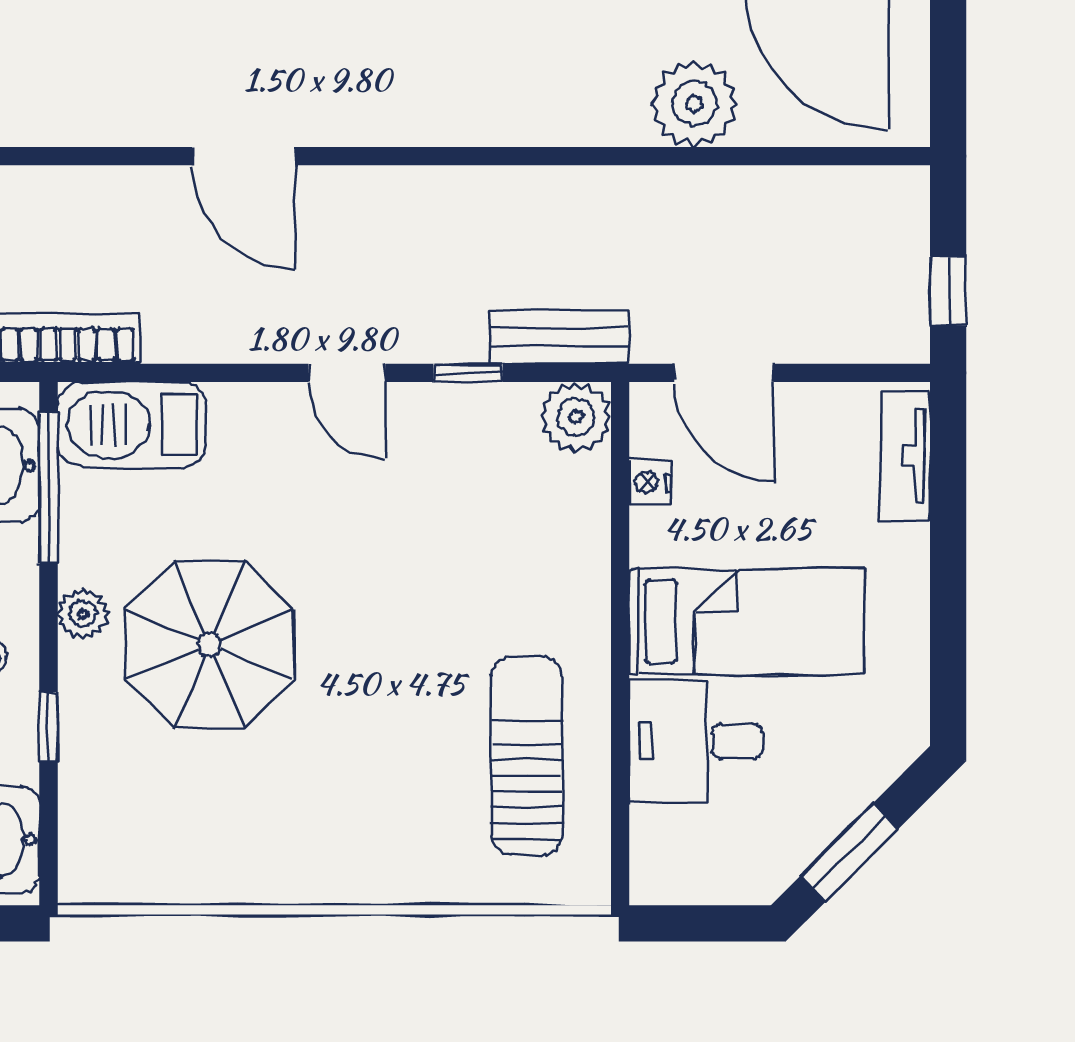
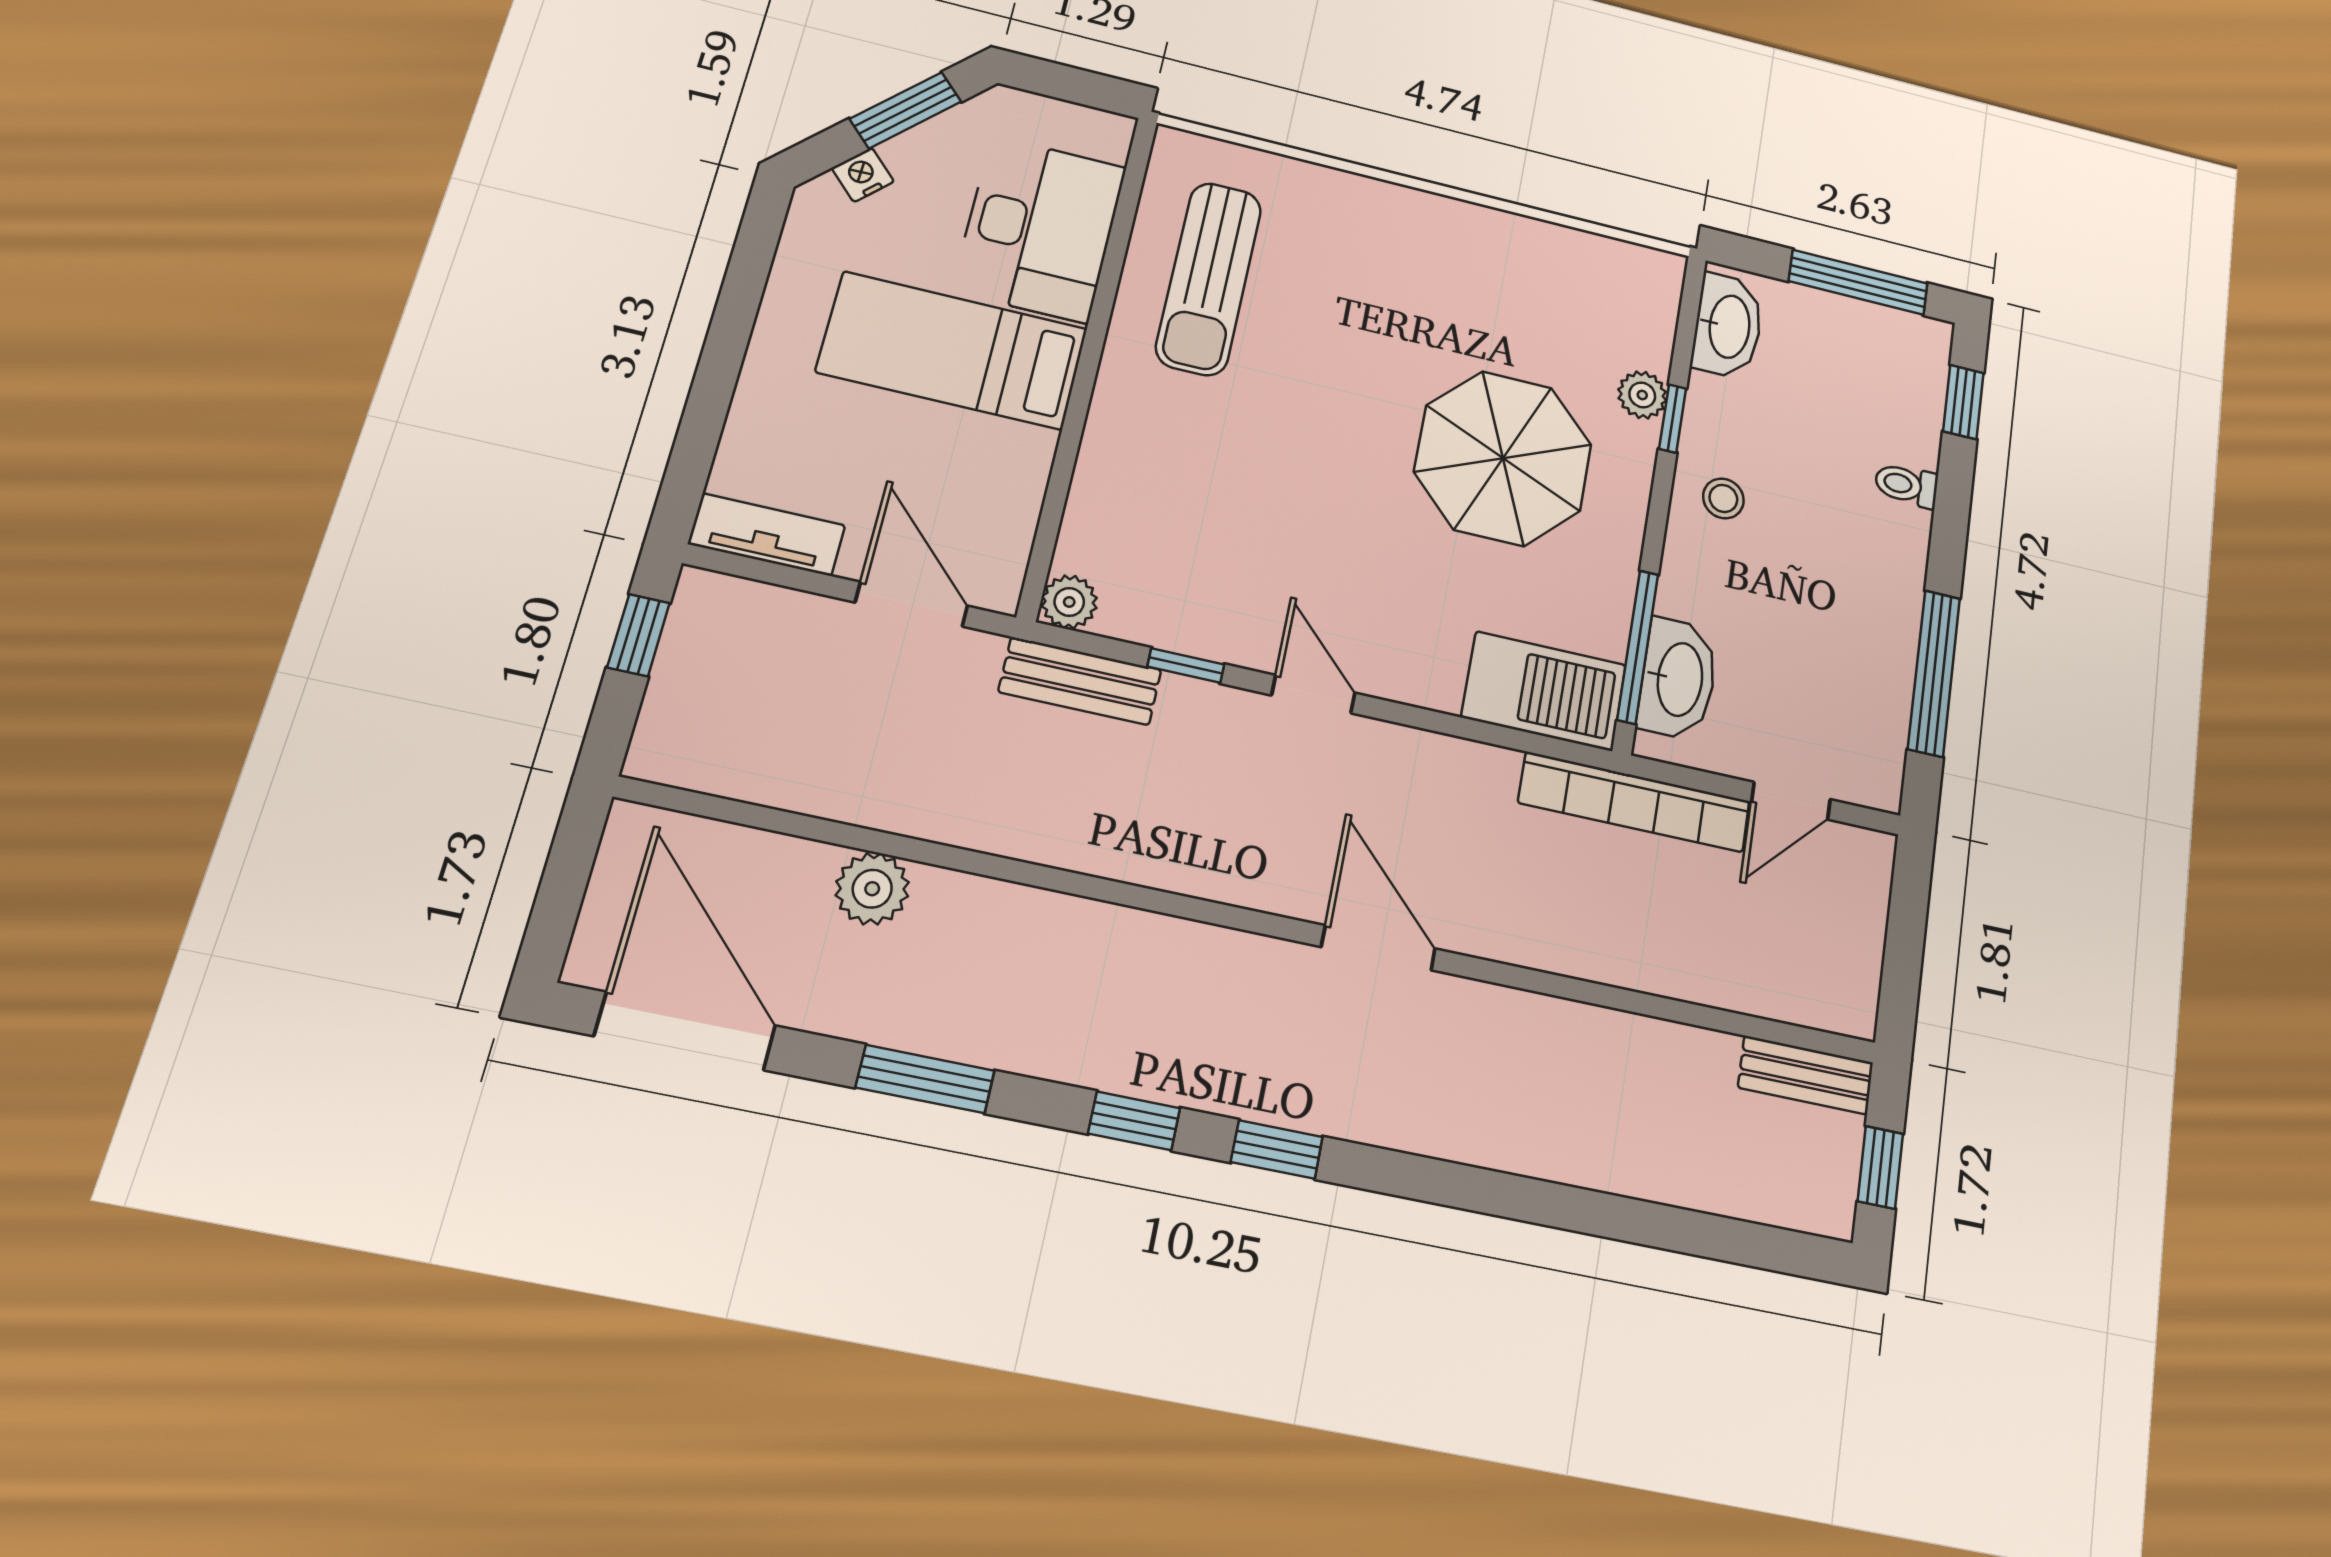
plant: (694, 104) -> (872, 889), width x0.73, depth x0.73
plant: (576, 417) -> (1069, 602), width x0.73, depth x0.73
tv unit: (905, 456) -> (767, 535), moved, turned -90
nightstand: (650, 483) -> (863, 175), moved, turned -135
plant: (83, 614) -> (1642, 395), moved
desk: (696, 741) -> (1040, 229), width x1.37

